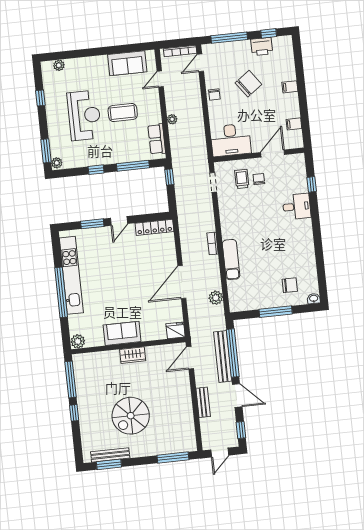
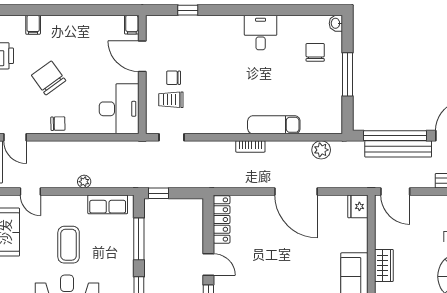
filing cabinet: (290, 87) -> (33, 25), moved
filing cabinet: (294, 124) -> (132, 25), moved
desk: (297, 206) -> (261, 33), moved

